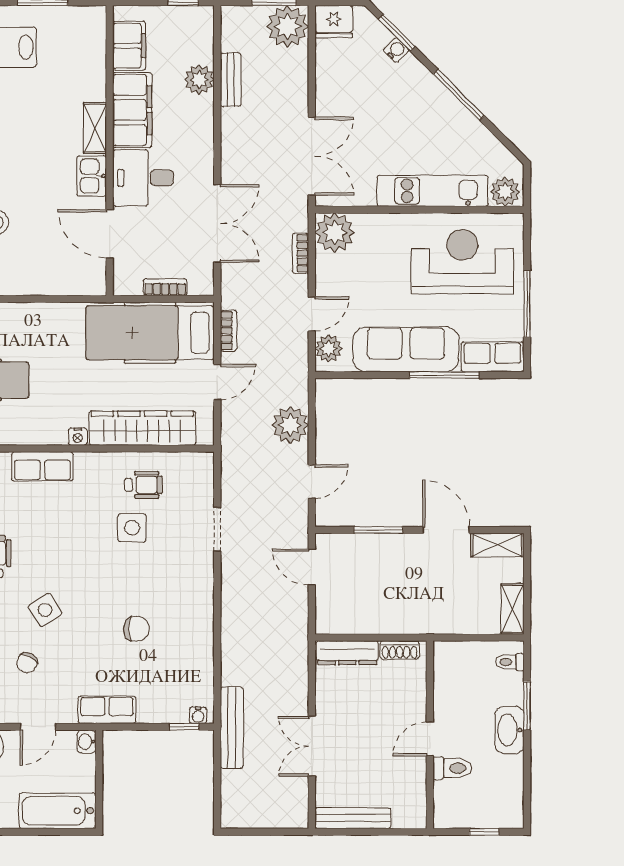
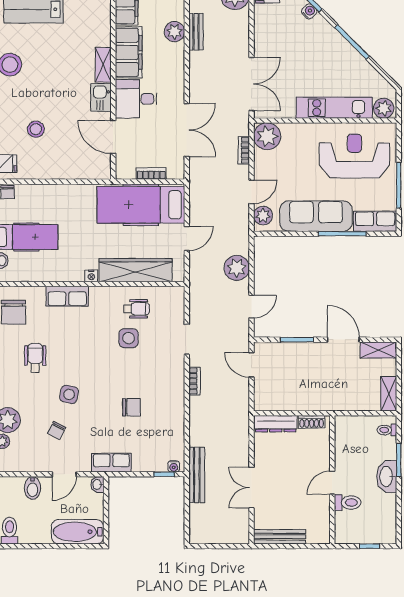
bookcase: (229, 331) -> (195, 381), moved
side table: (45, 610) -> (69, 394), turned 45

